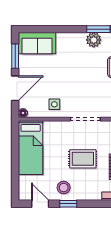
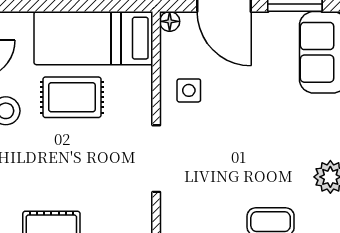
rug: (83, 159) -> (72, 97), moved, turned 90

